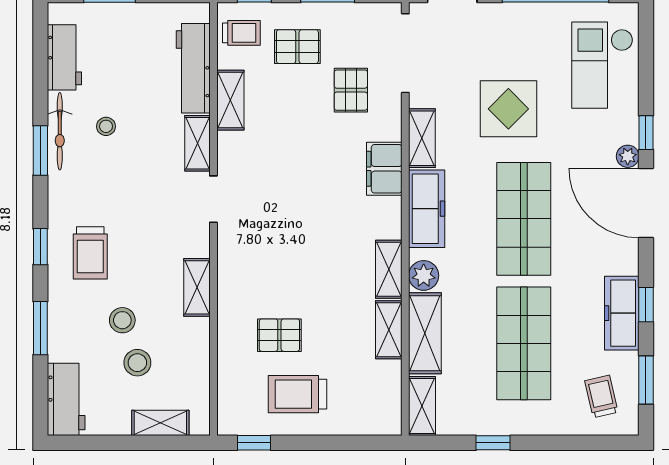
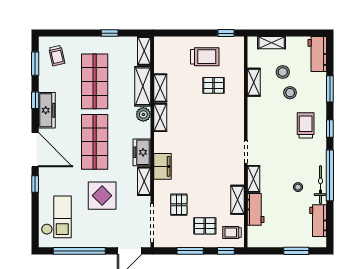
workbench: (193, 68) -> (256, 209), width x0.73
window: (40, 151) -> (330, 175), width x2.11
plant: (628, 156) -> (44, 172), removed
freezer: (427, 209) -> (142, 152), width x0.71
shelving: (197, 287) -> (254, 82), moved
freezer: (622, 313) -> (47, 110), moved

